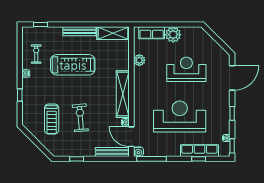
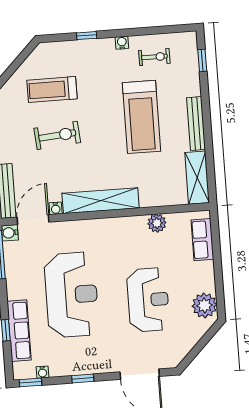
plant: (173, 35) -> (204, 305), moved

